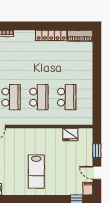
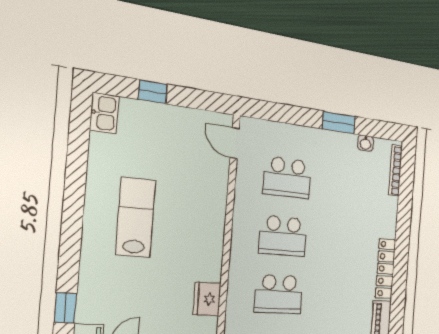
lab bench: (36, 172) -> (136, 217), turned 90

